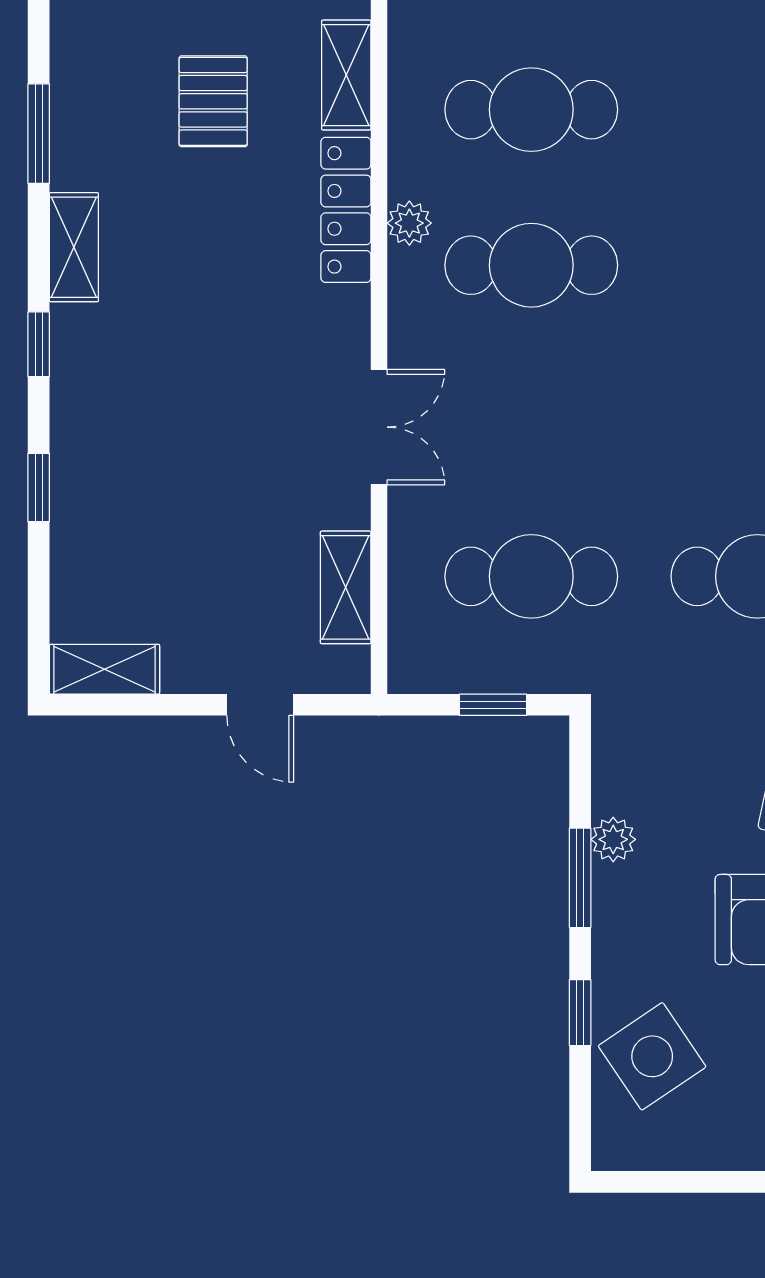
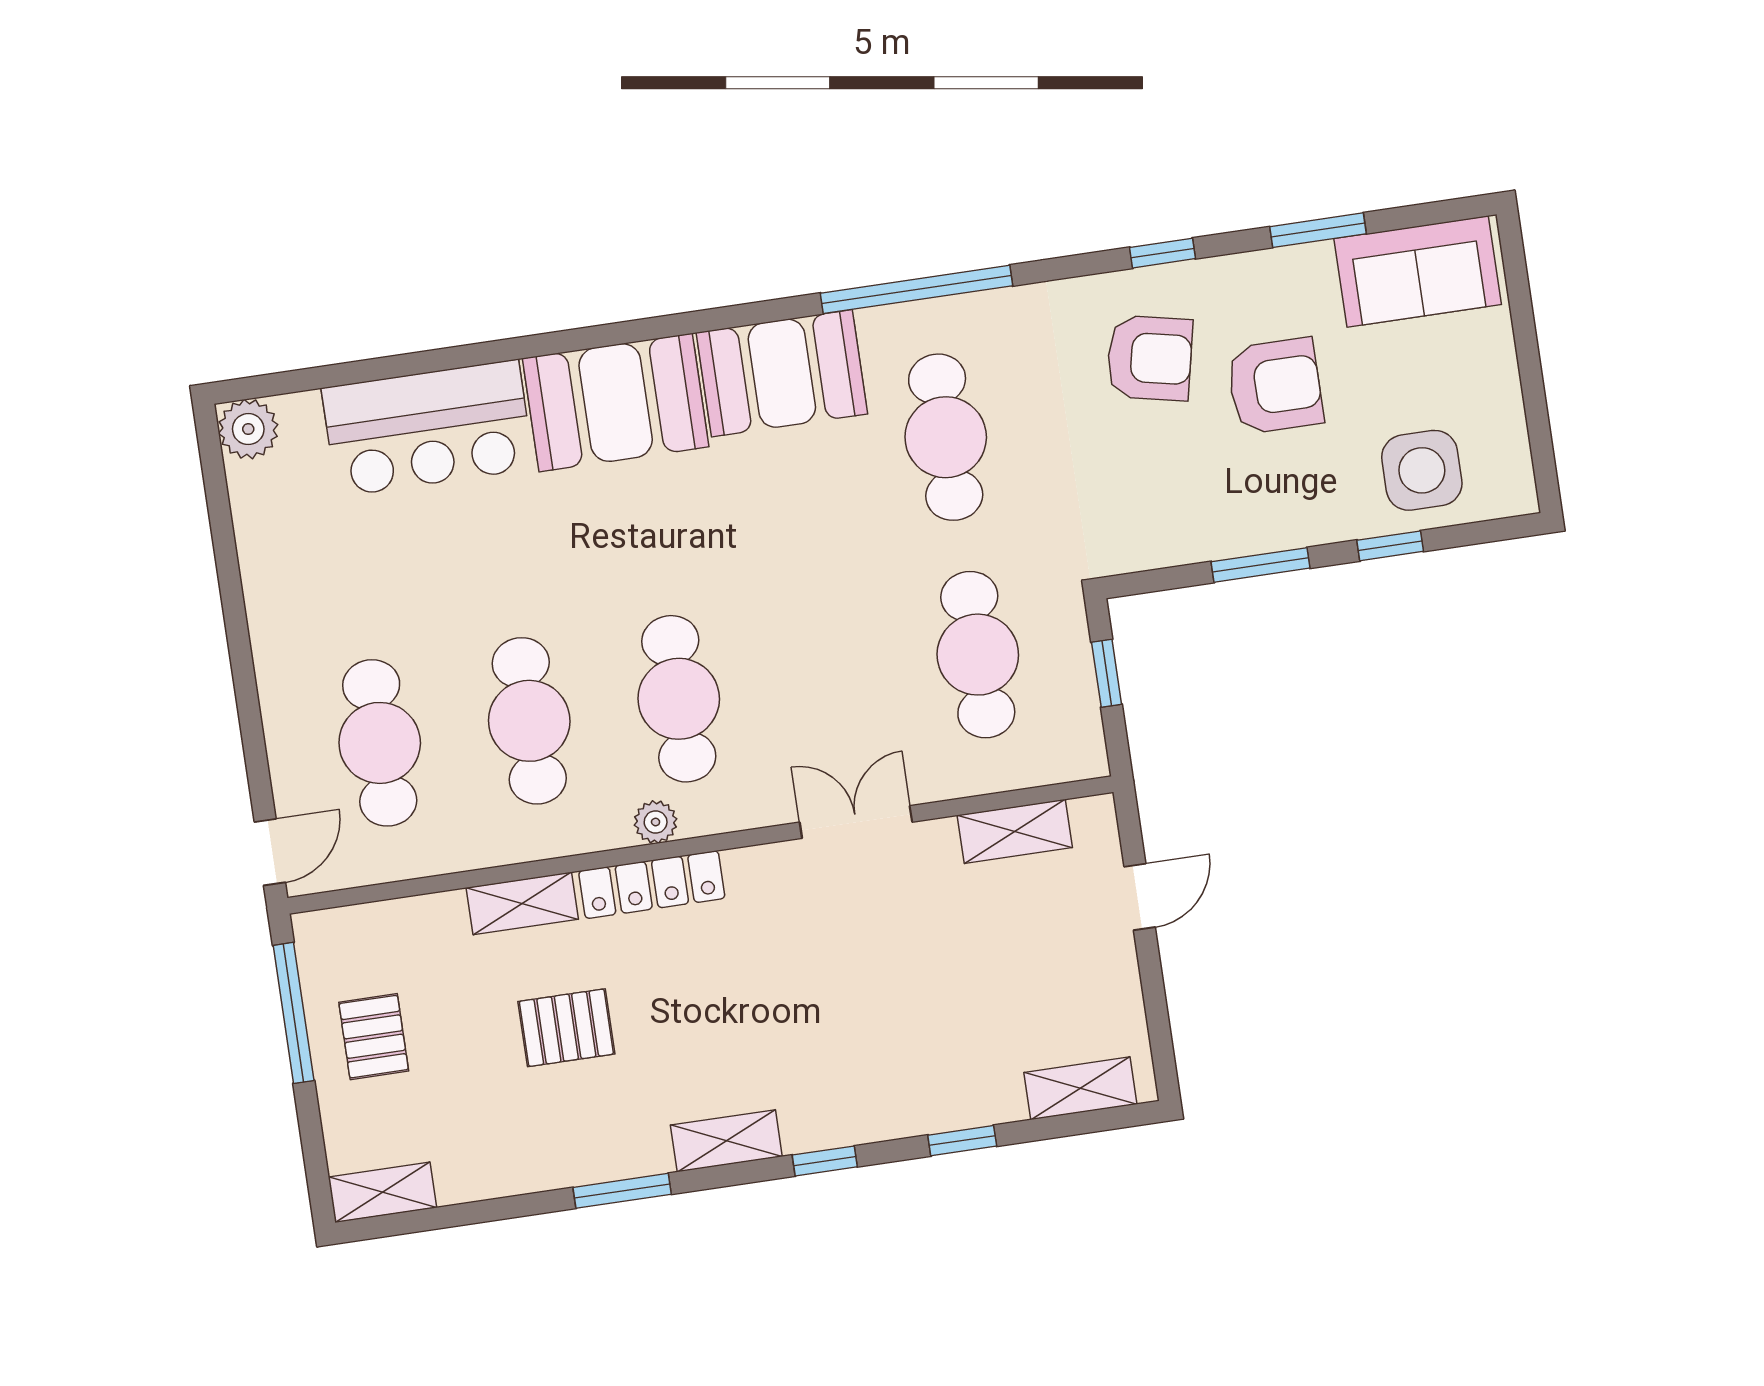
shelving: (104, 669) -> (1080, 1088), moved, turned 90
plant: (613, 839) -> (1219, 538), removed
side table: (652, 1056) -> (1422, 470), turned 34

